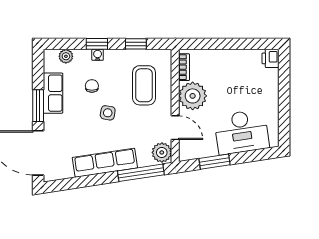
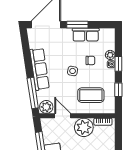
plant: (66, 56) -> (110, 55), moved
door: (175, 128) -> (63, 116), swing flipped

